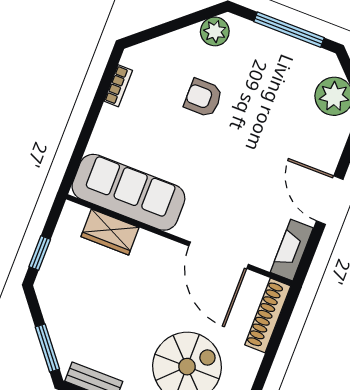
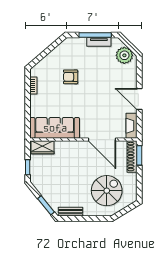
plant: (215, 31) -> (65, 48), removed
tv unit: (291, 47) -> (99, 42), added
wardrobe: (110, 232) -> (43, 147), moved
window: (284, 319) -> (139, 155), added

